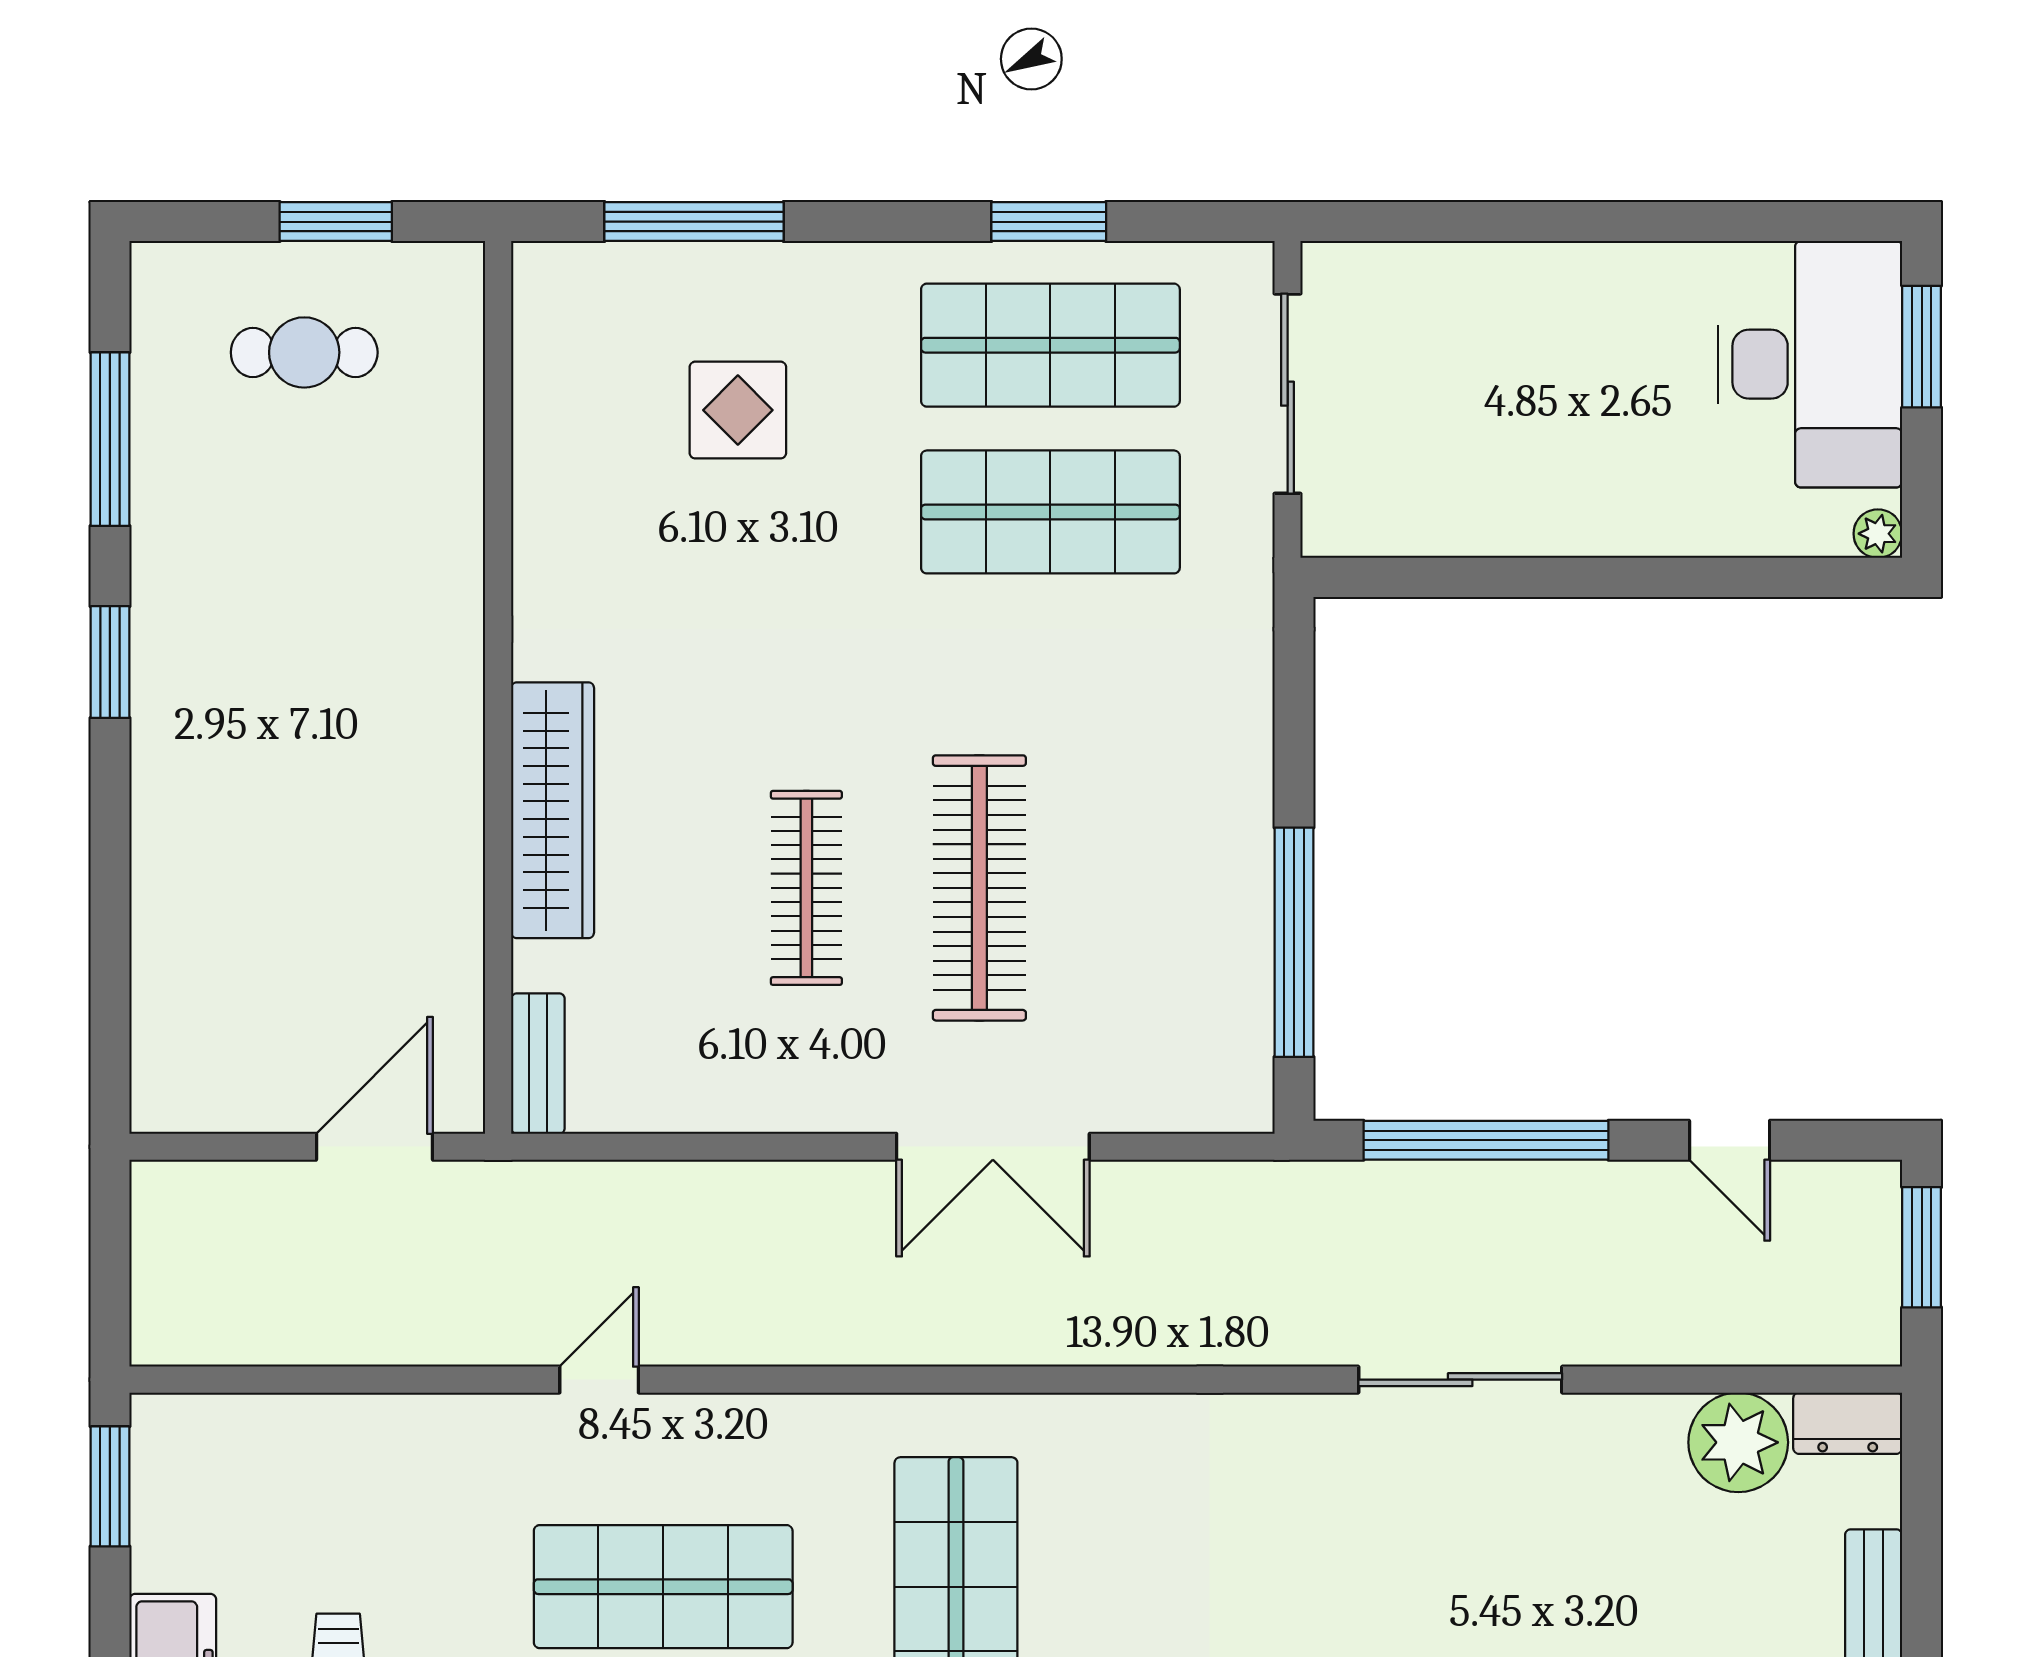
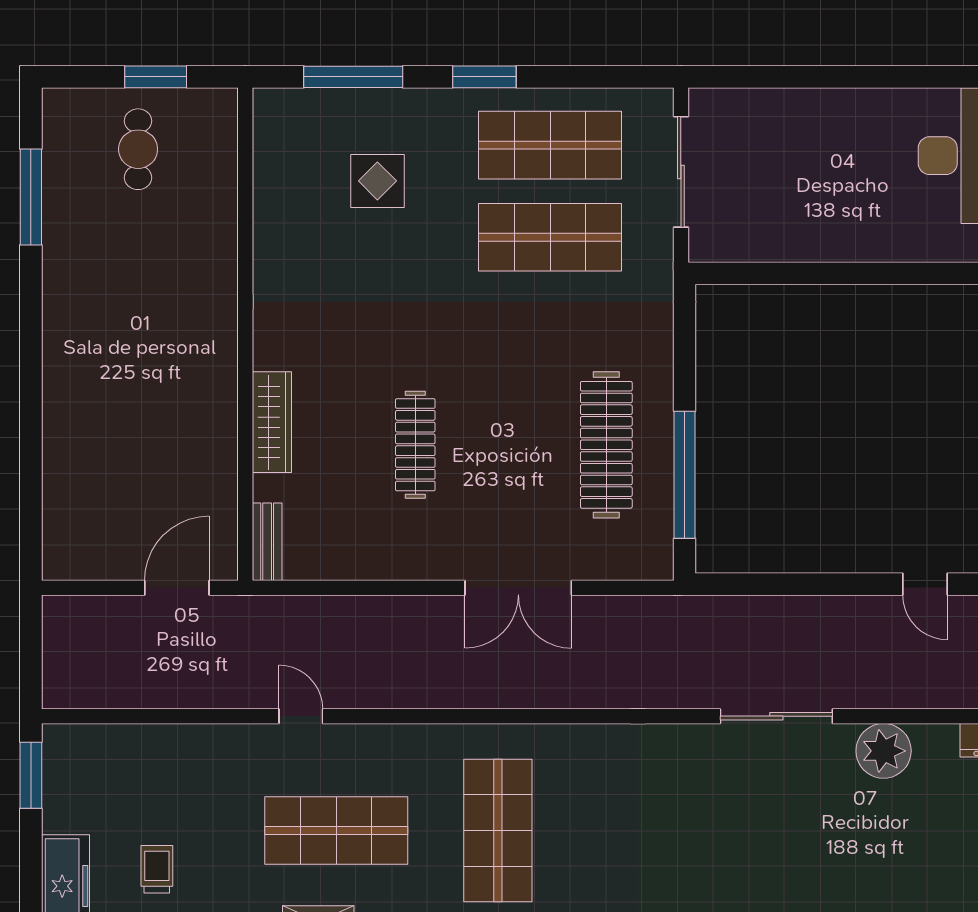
window: (1049, 222) -> (484, 77), moved
cafe table: (304, 352) -> (138, 149), turned 90
window: (110, 662) -> (31, 320), removed
wardrobe: (553, 810) -> (272, 422), width x0.71, depth x0.85
clothes rail: (979, 888) -> (606, 445), moved
window: (1486, 1140) -> (790, 584), removed
door: (599, 1380) -> (301, 716), hinge flipped
plant: (1738, 1442) -> (884, 751), moved

